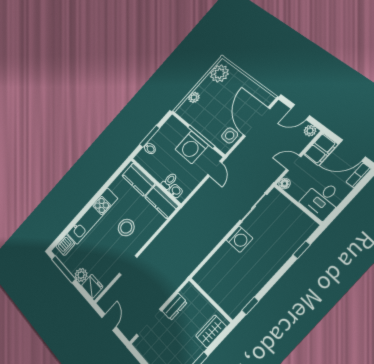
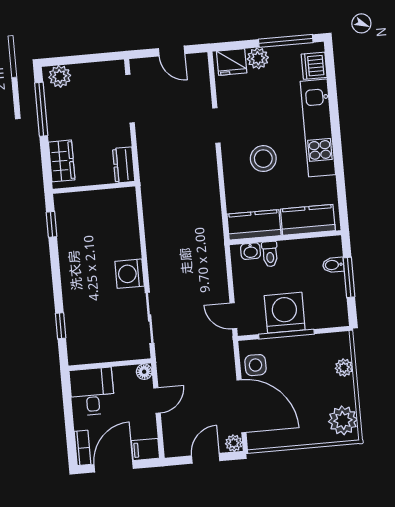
plant: (310, 131) -> (234, 443), moved
filing cabinet: (321, 149) -> (146, 449), width x0.50
dresser: (175, 307) -> (124, 165), moved

